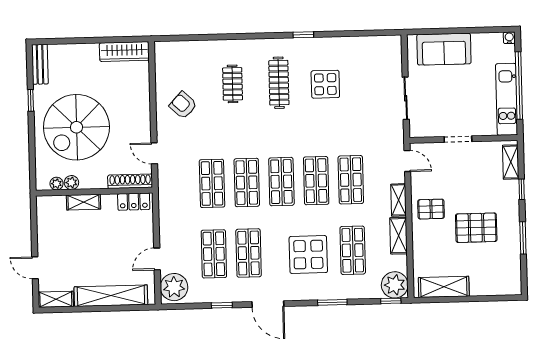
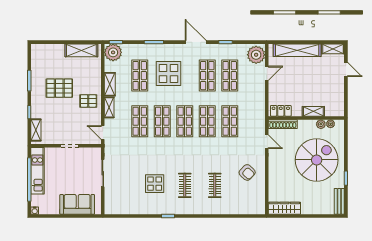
clothes rail: (279, 83) -> (185, 185), width x0.73

